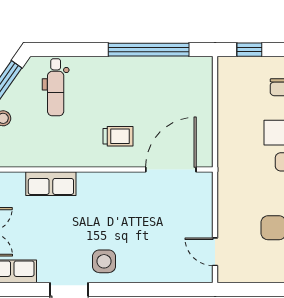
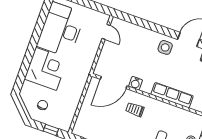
water cooler: (133, 182) -> (136, 83), added
row of seats: (51, 184) -> (172, 95), width x1.48

